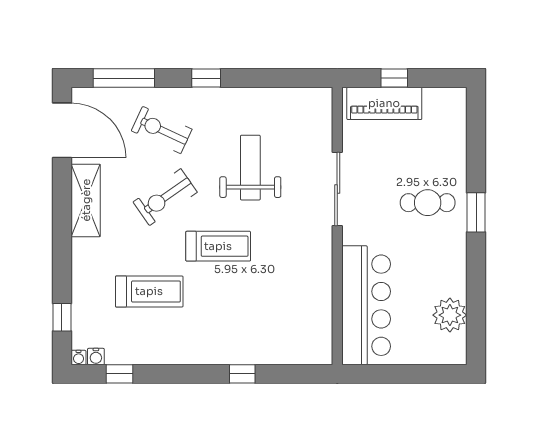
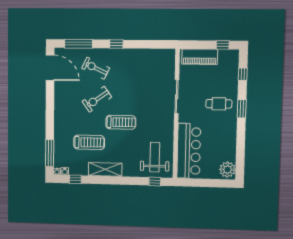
window: (394, 78) -> (223, 45), moved
window: (476, 139) -> (243, 74), added
weight bench: (250, 168) -> (155, 157), moved
shelving: (86, 200) -> (105, 169), moved, turned 90
plant: (450, 315) -> (227, 170), moved
window: (62, 317) -> (50, 153), width x2.17
window: (242, 374) -> (155, 182), moved

